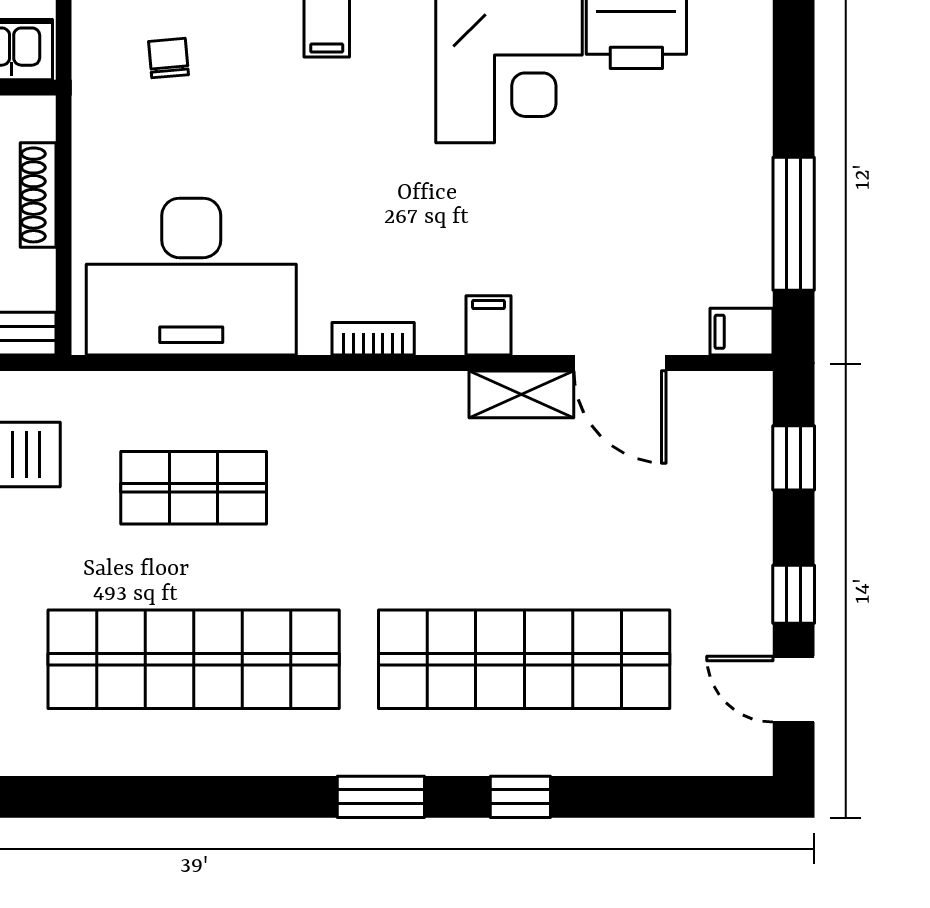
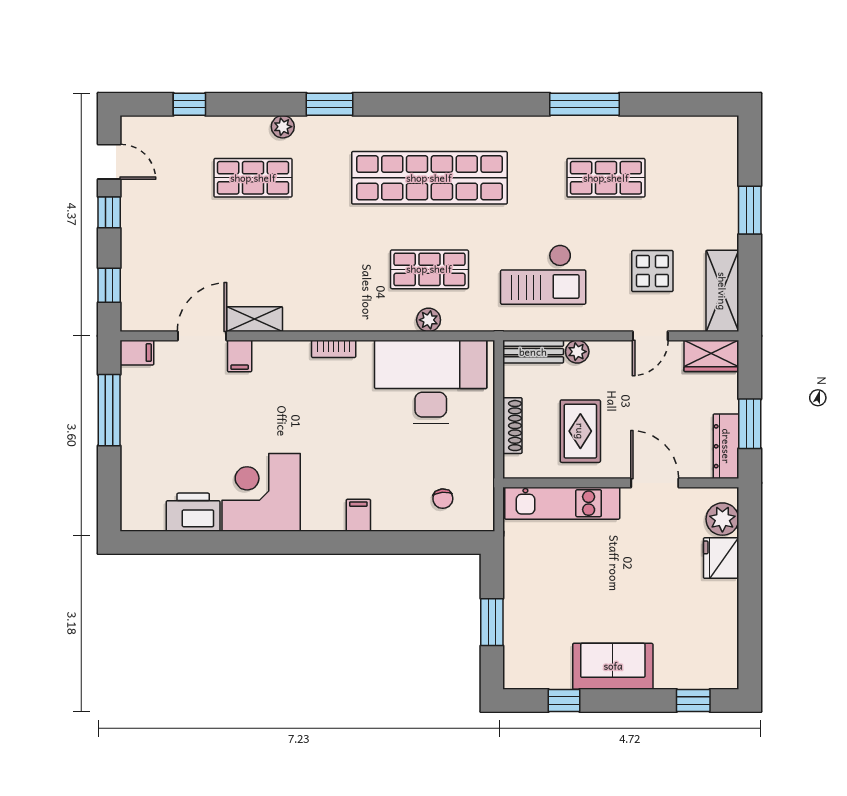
filing cabinet: (488, 325) -> (240, 356), moved
door: (620, 363) -> (202, 336), hinge flipped
plant: (195, 393) -> (429, 320), added
shop shelf: (524, 659) -> (253, 178), width x0.50, depth x0.74
plant: (468, 755) -> (283, 127), added
window: (520, 797) -> (189, 104), moved

